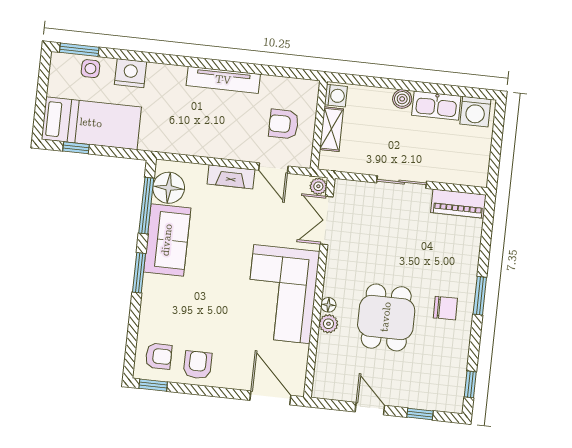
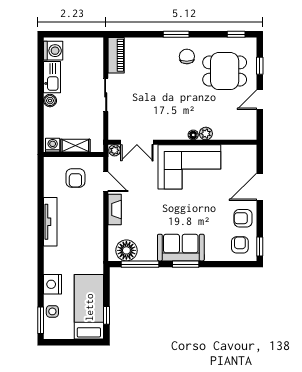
door: (273, 168) -> (106, 182), hinge flipped
sofa: (167, 240) -> (181, 248), moved
dining table: (386, 317) -> (225, 71), moved
door: (270, 398) -> (260, 187), moved

